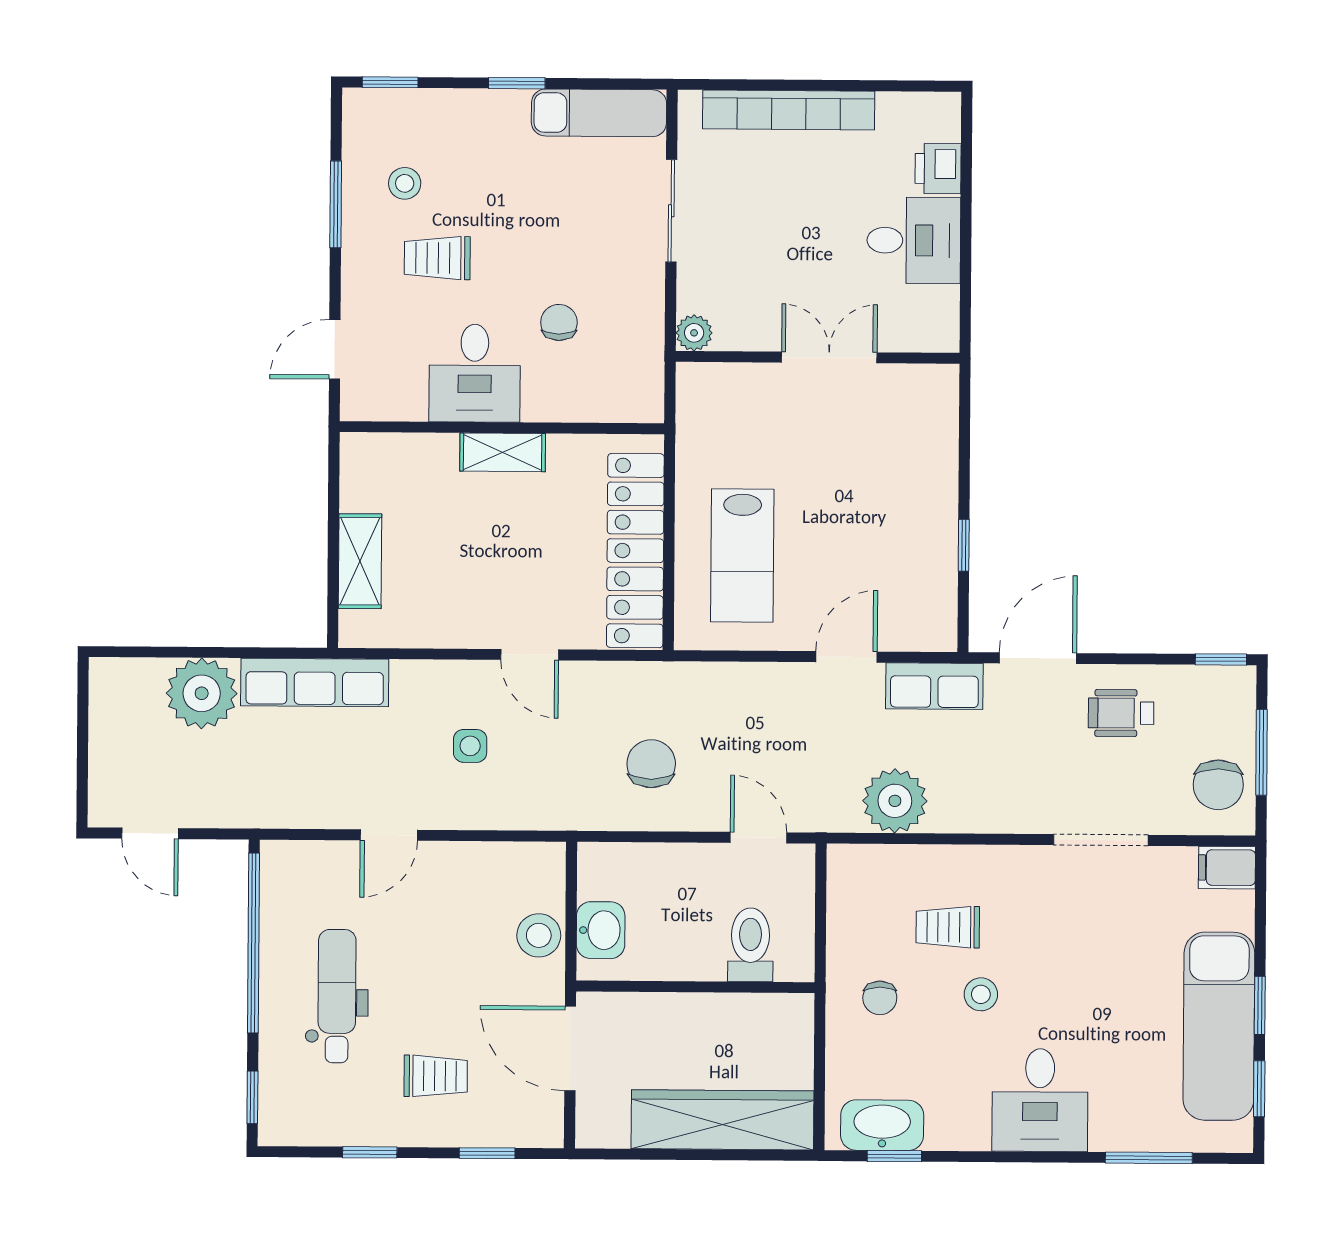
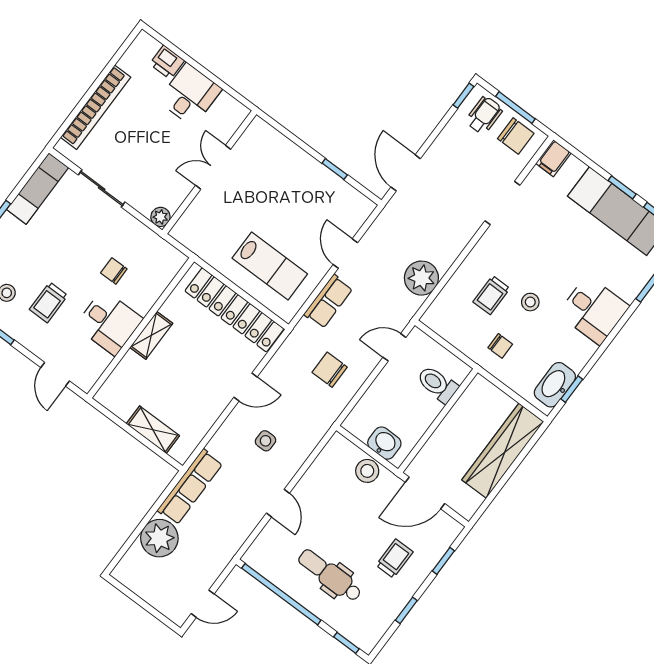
row of seats: (934, 686) -> (328, 301), moved
wheelchair: (1121, 713) -> (484, 115), moved, turned 180

